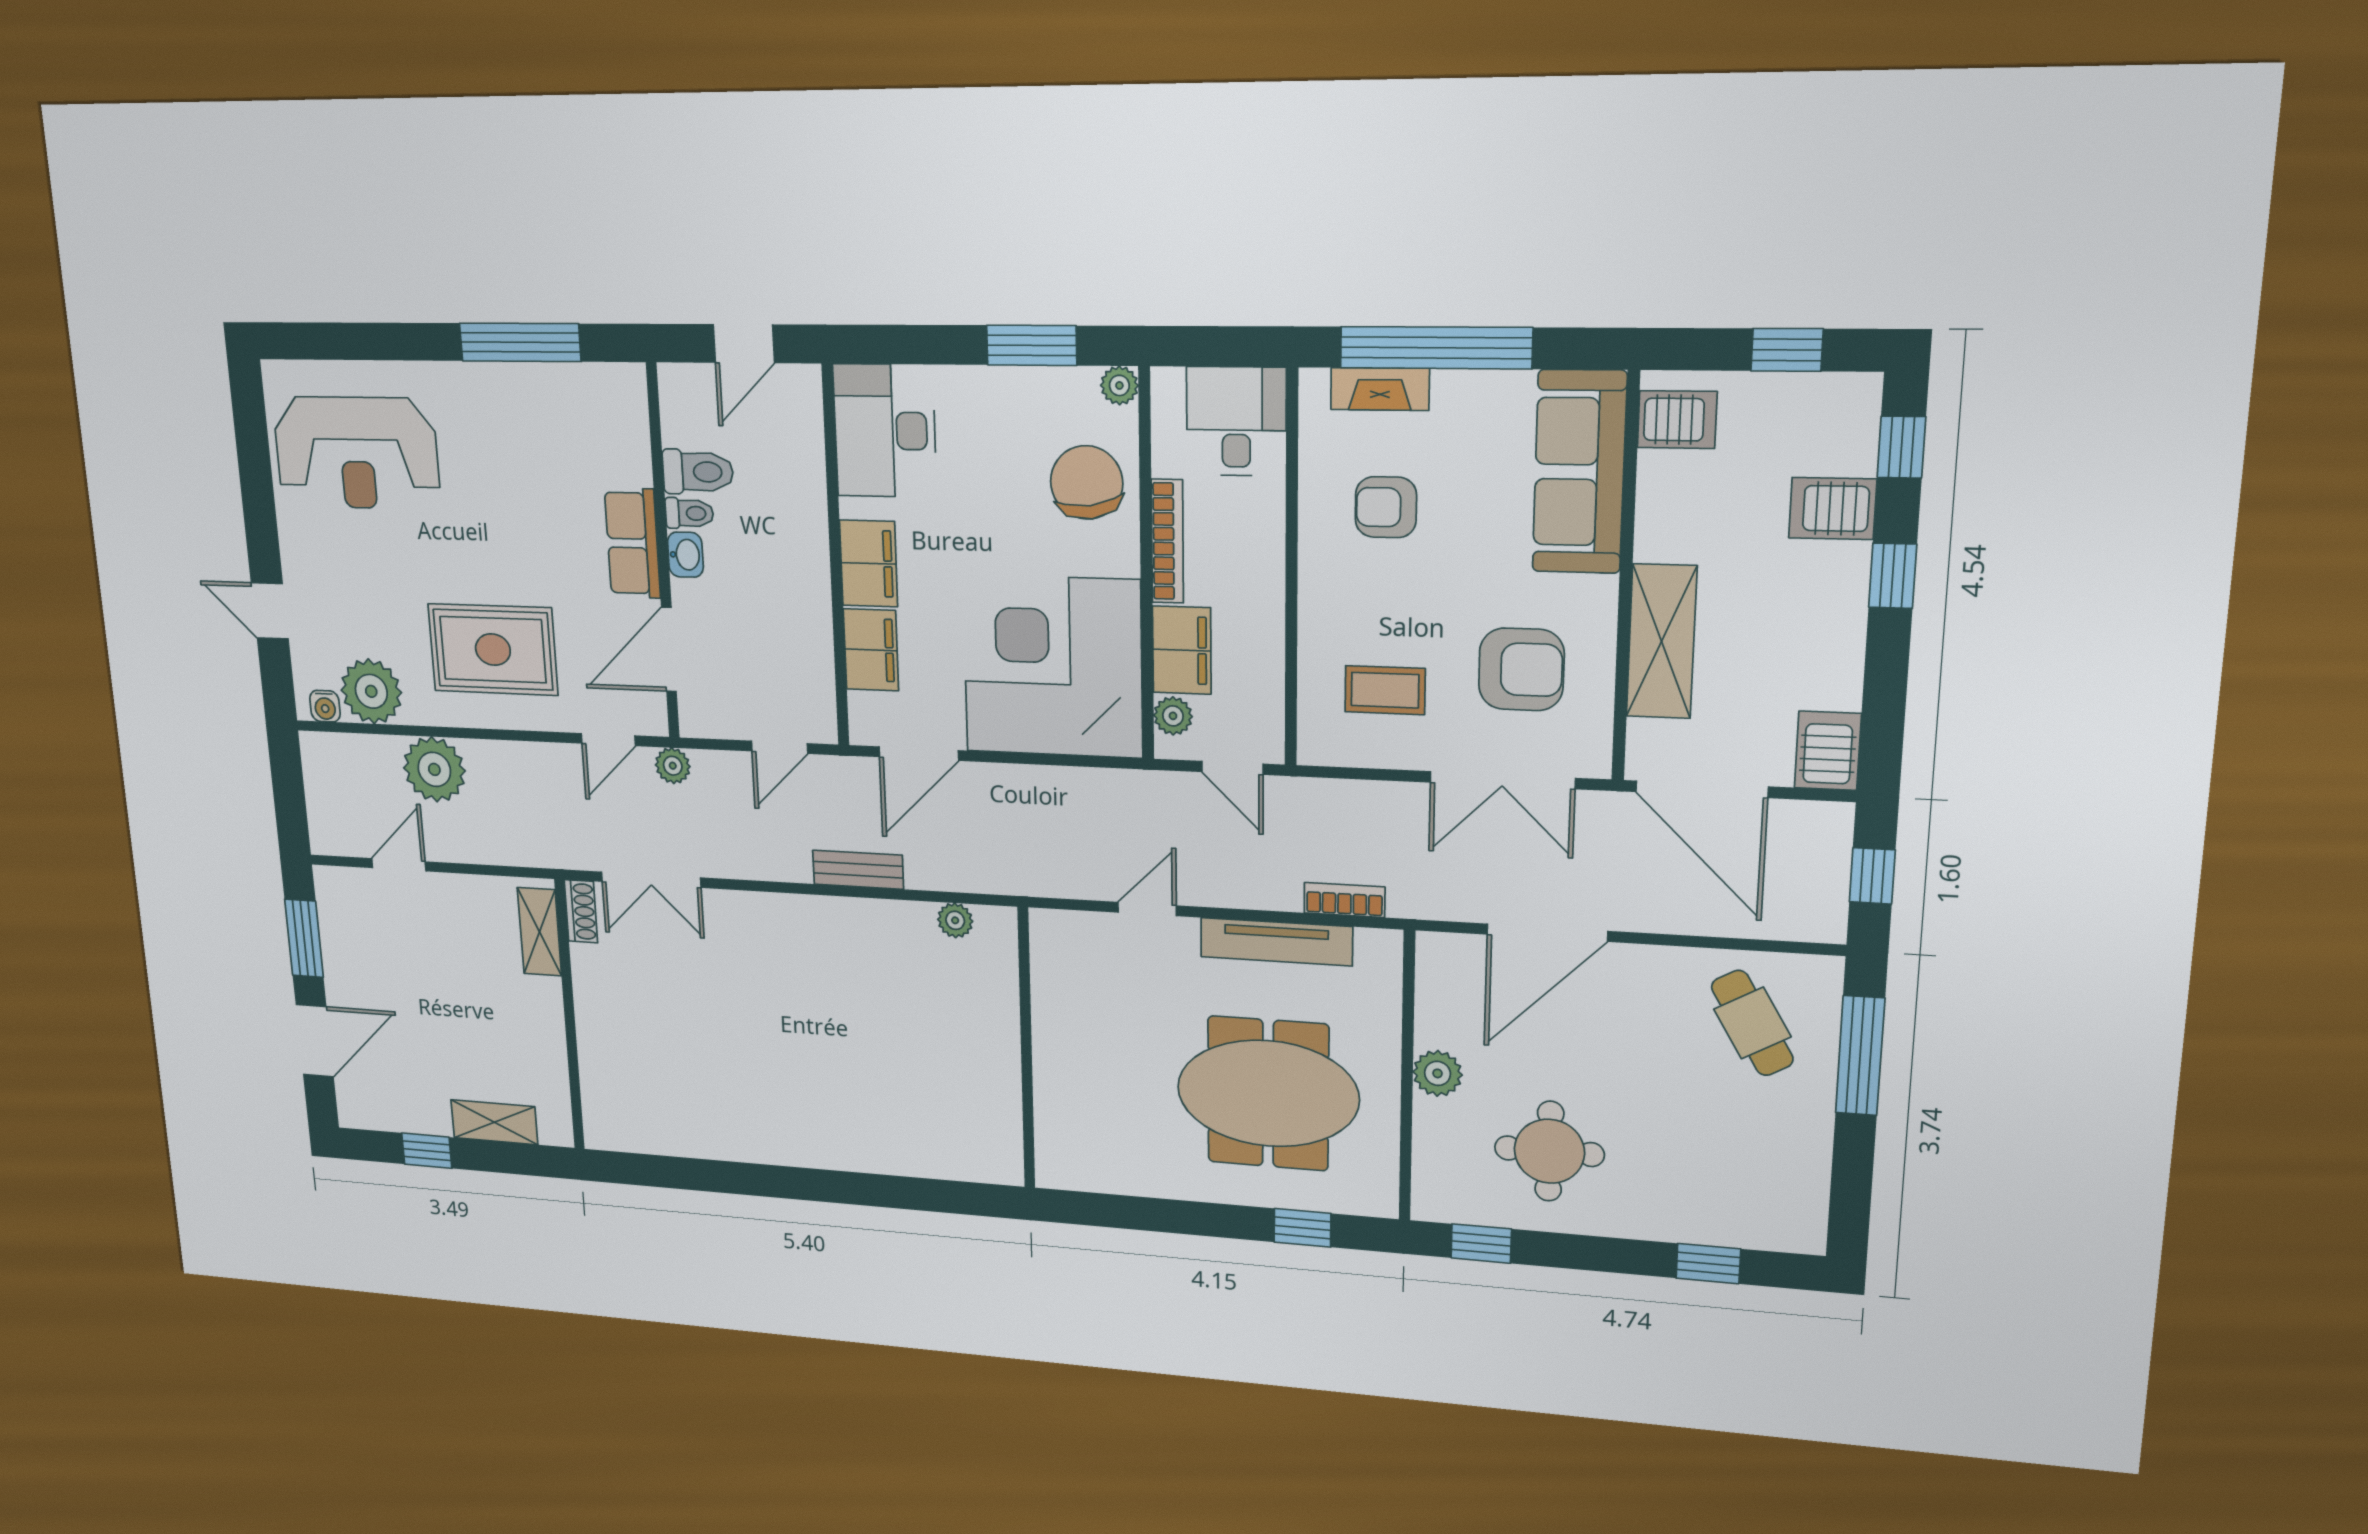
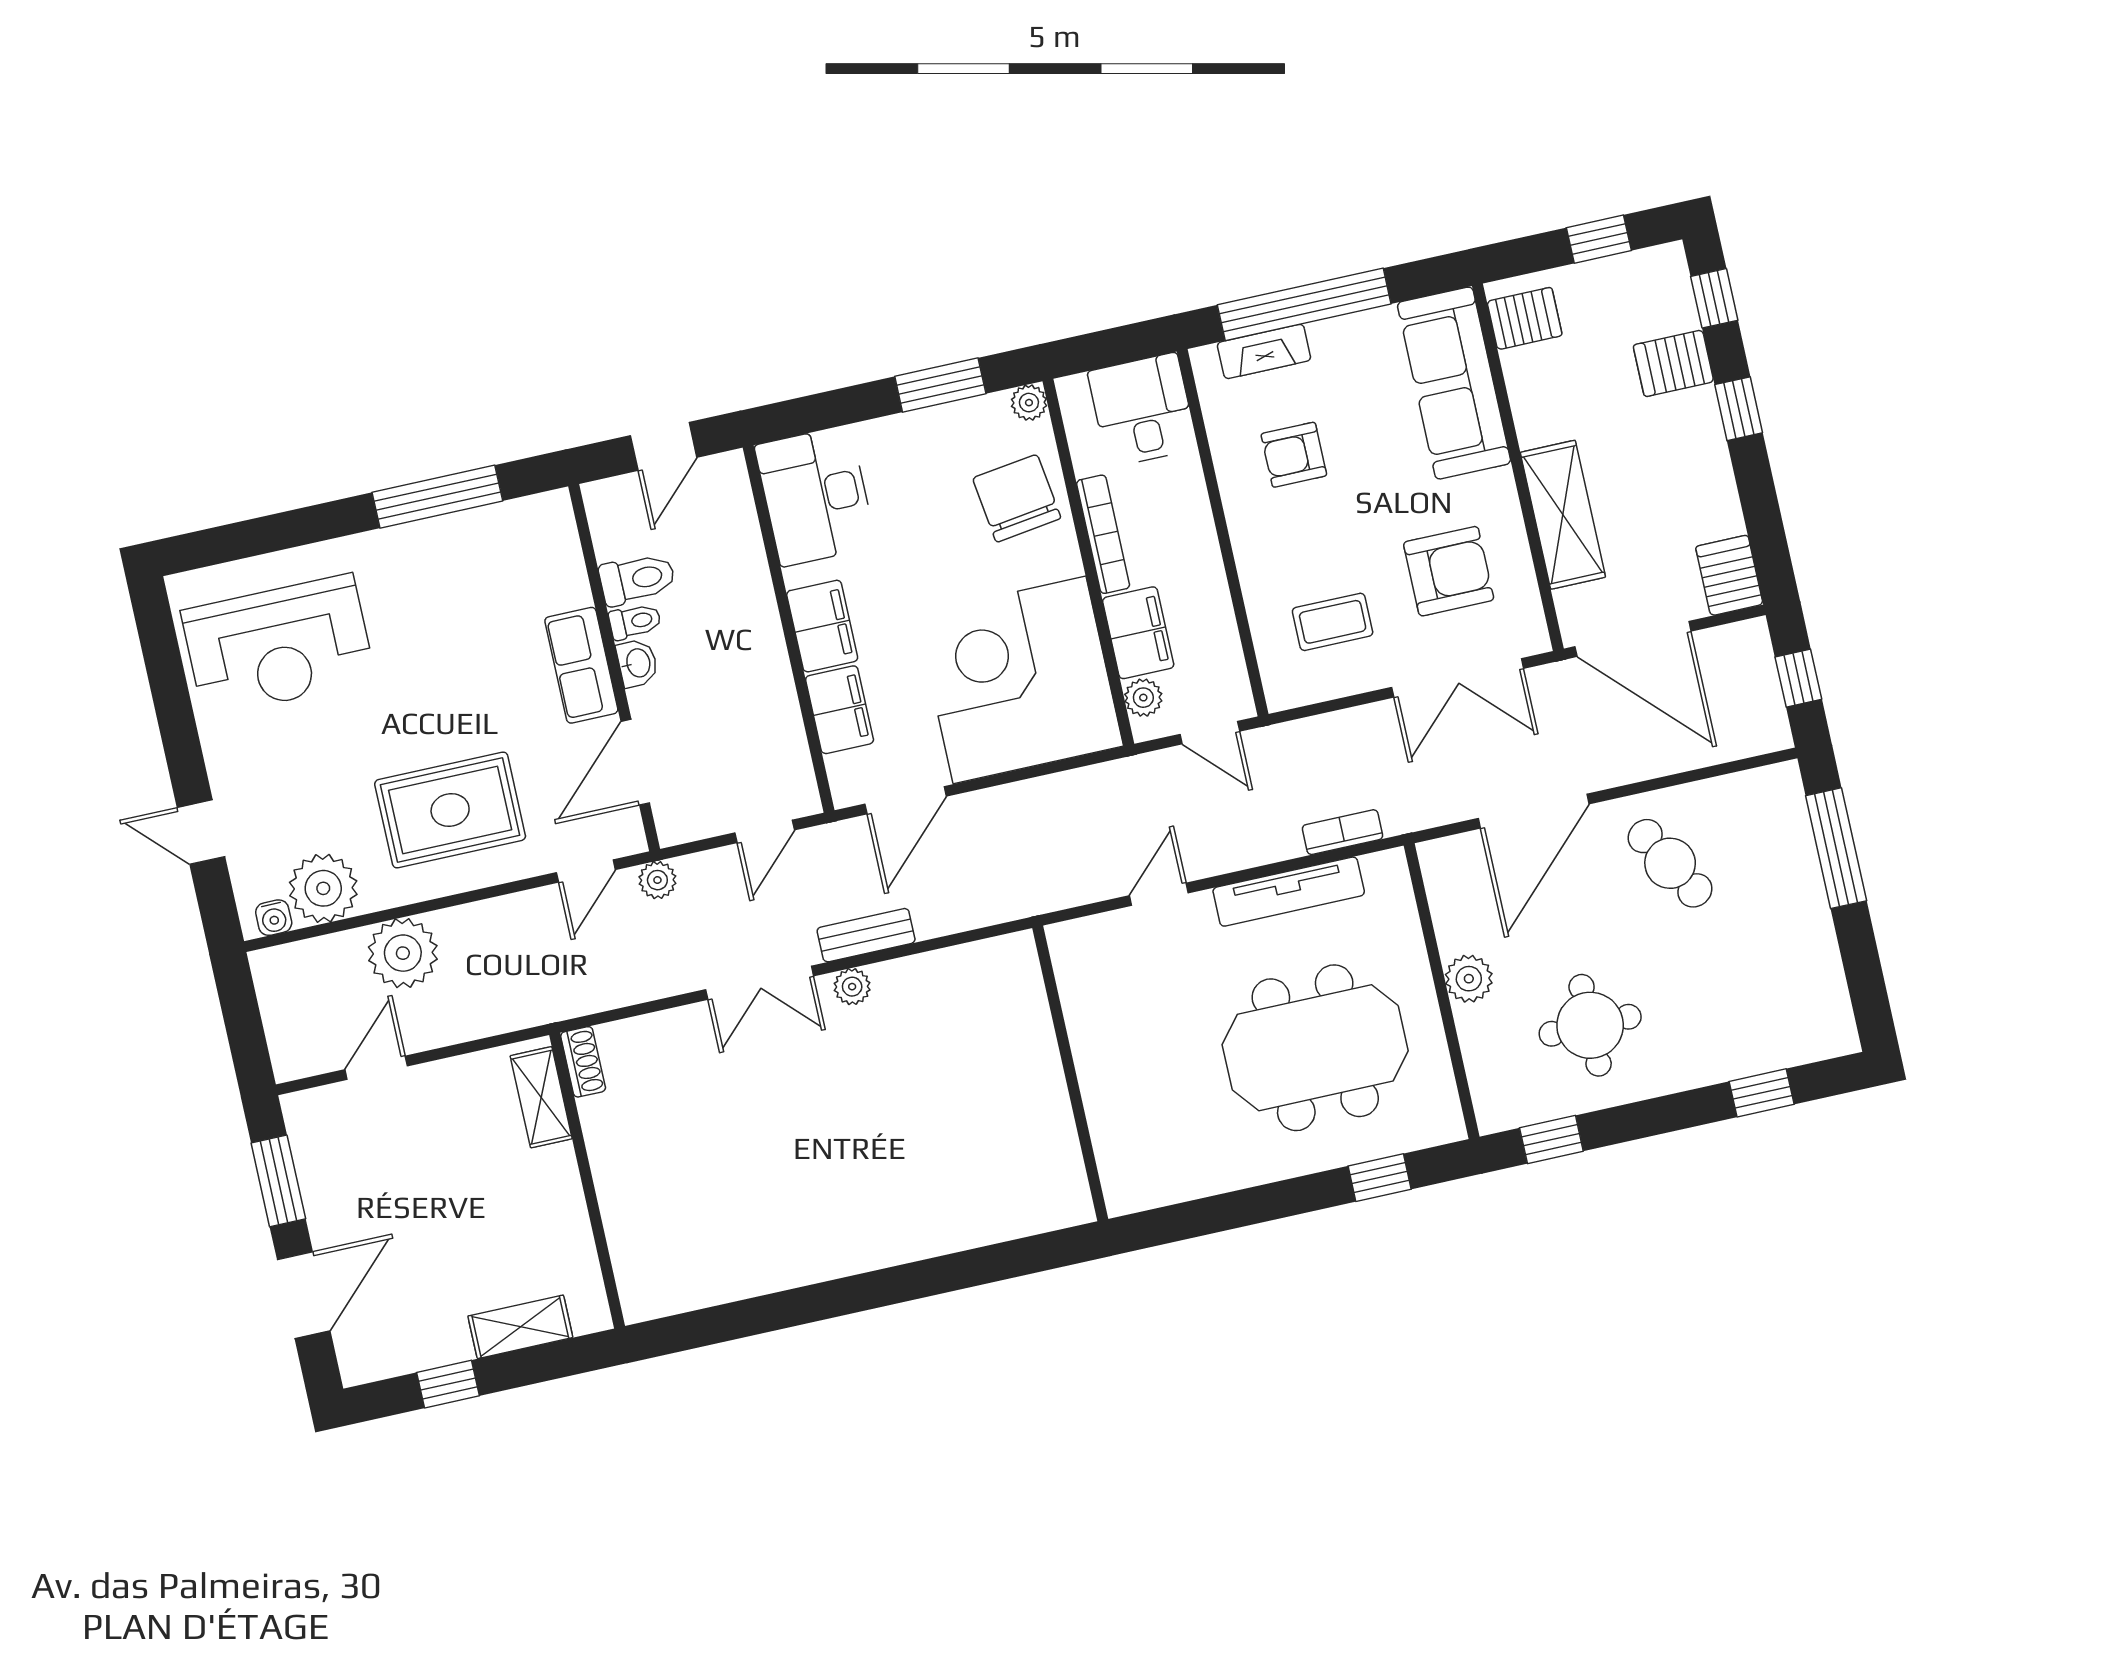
double door: (651, 880) -> (760, 983), moved
plant: (955, 920) -> (852, 987), moved
cafe table: (1752, 1023) -> (1670, 863), moved

